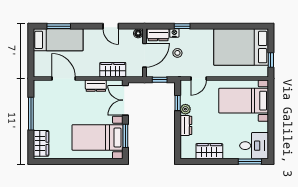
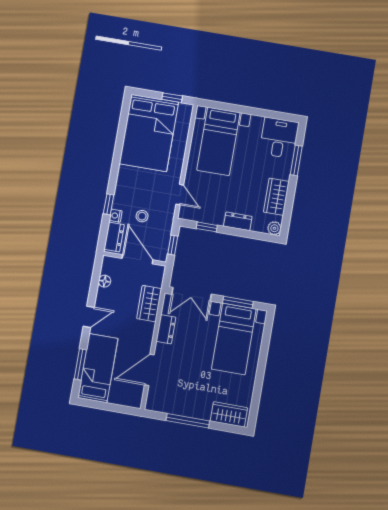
door: (111, 26) -> (89, 317), moved
floor lamp: (138, 33) -> (105, 281), moved
plant: (185, 109) -> (274, 228), moved
window: (250, 161) -> (296, 160), moved

